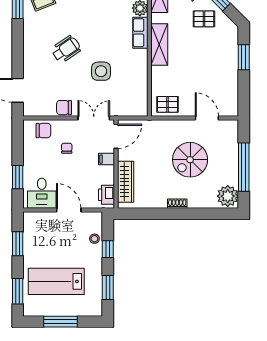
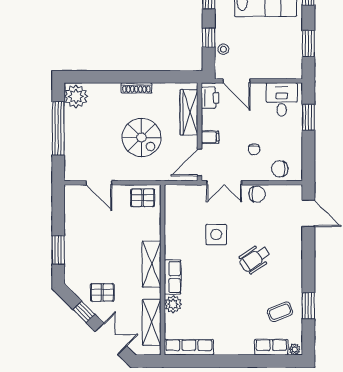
spiral stairs: (190, 160) -> (142, 137), moved, turned 90
shoe rack: (177, 204) -> (136, 88), width x1.43
door: (69, 210) -> (236, 81), moved

